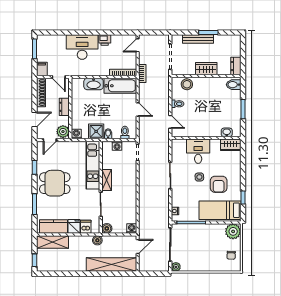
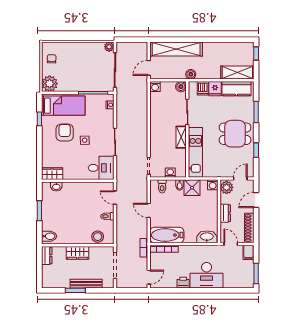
washbasin: (94, 84) -> (207, 237), moved
desk: (198, 151) -> (101, 168), moved, turned -90

